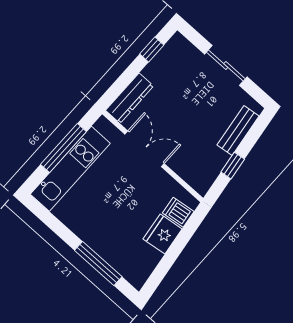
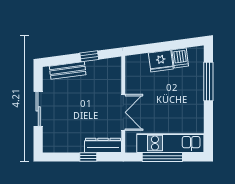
window: (152, 50) -> (88, 157), moved
double door: (145, 149) -> (123, 112), swing flipped
dishwasher: (178, 212) -> (180, 58), moved

